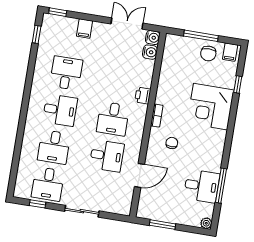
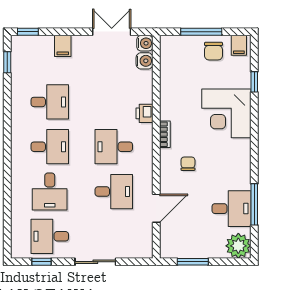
desk: (66, 73) -> (50, 102), turned 90
desk: (113, 119) -> (114, 147), turned 90
desk: (48, 184) -> (50, 236), turned 90
plant: (206, 223) -> (238, 246), width x1.88, depth x1.88

